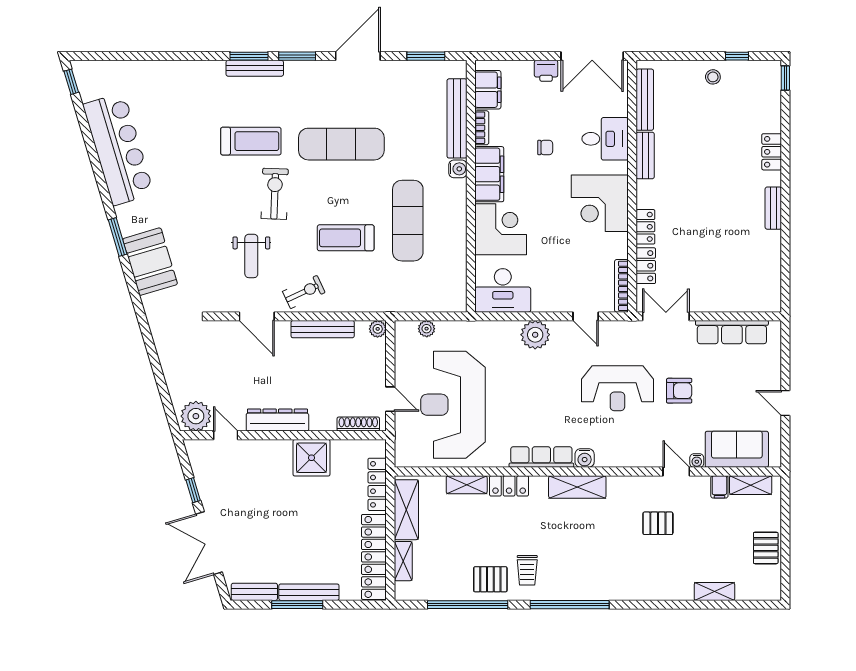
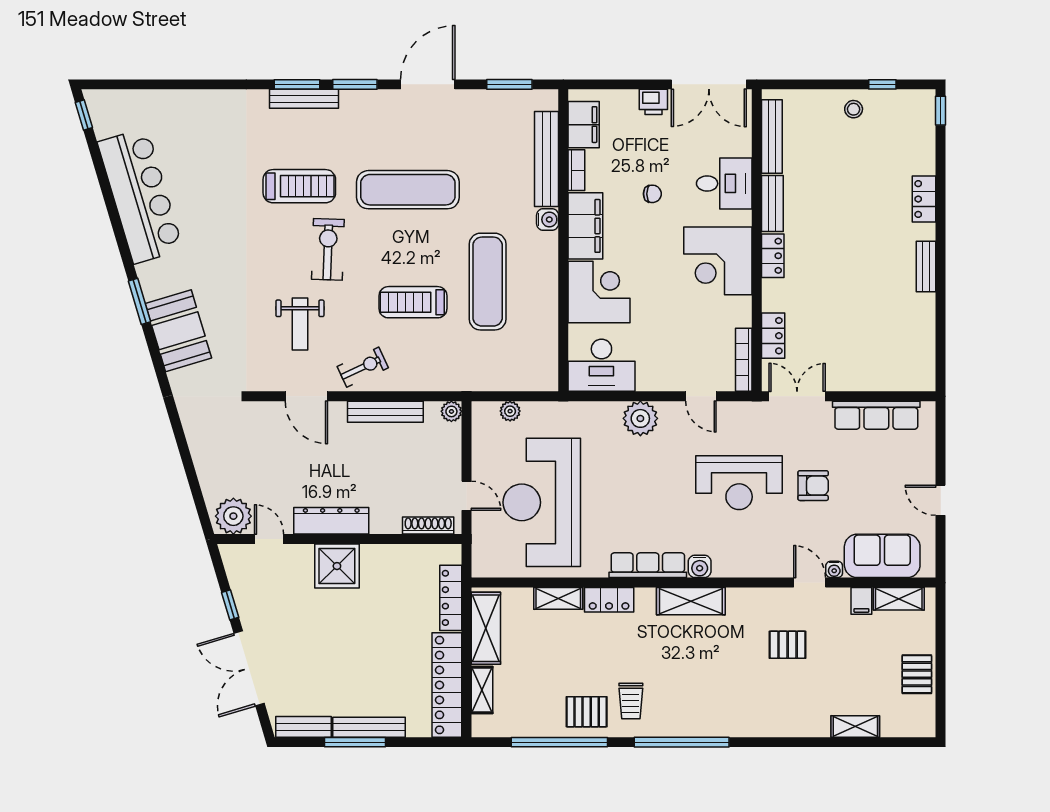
locker: (645, 227) -> (773, 256), moved
shower: (312, 458) -> (337, 566), moved

